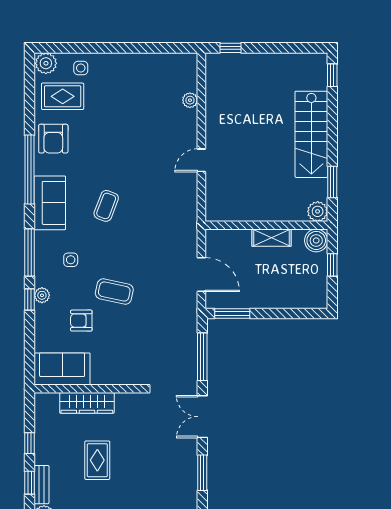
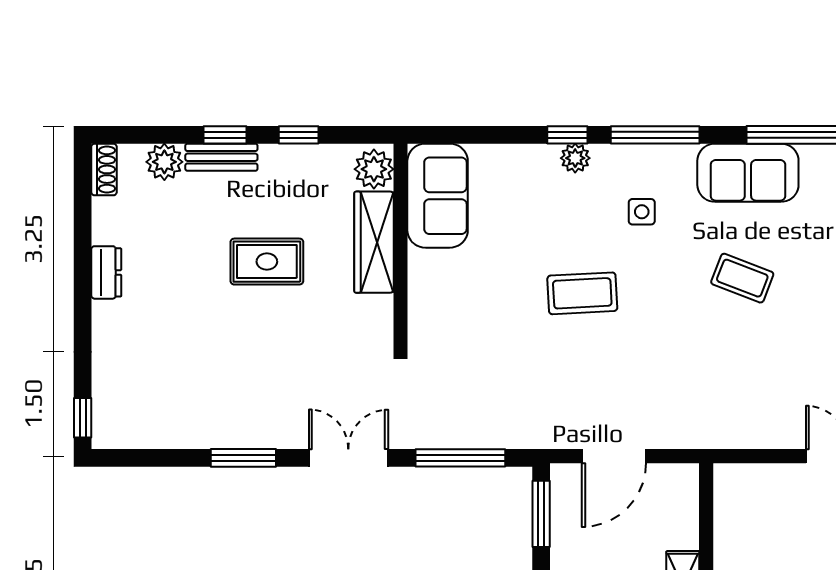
coffee table: (114, 291) -> (582, 293), turned 75
armchair: (81, 321) -> (528, 232), removed
plant: (48, 403) -> (374, 169), added

